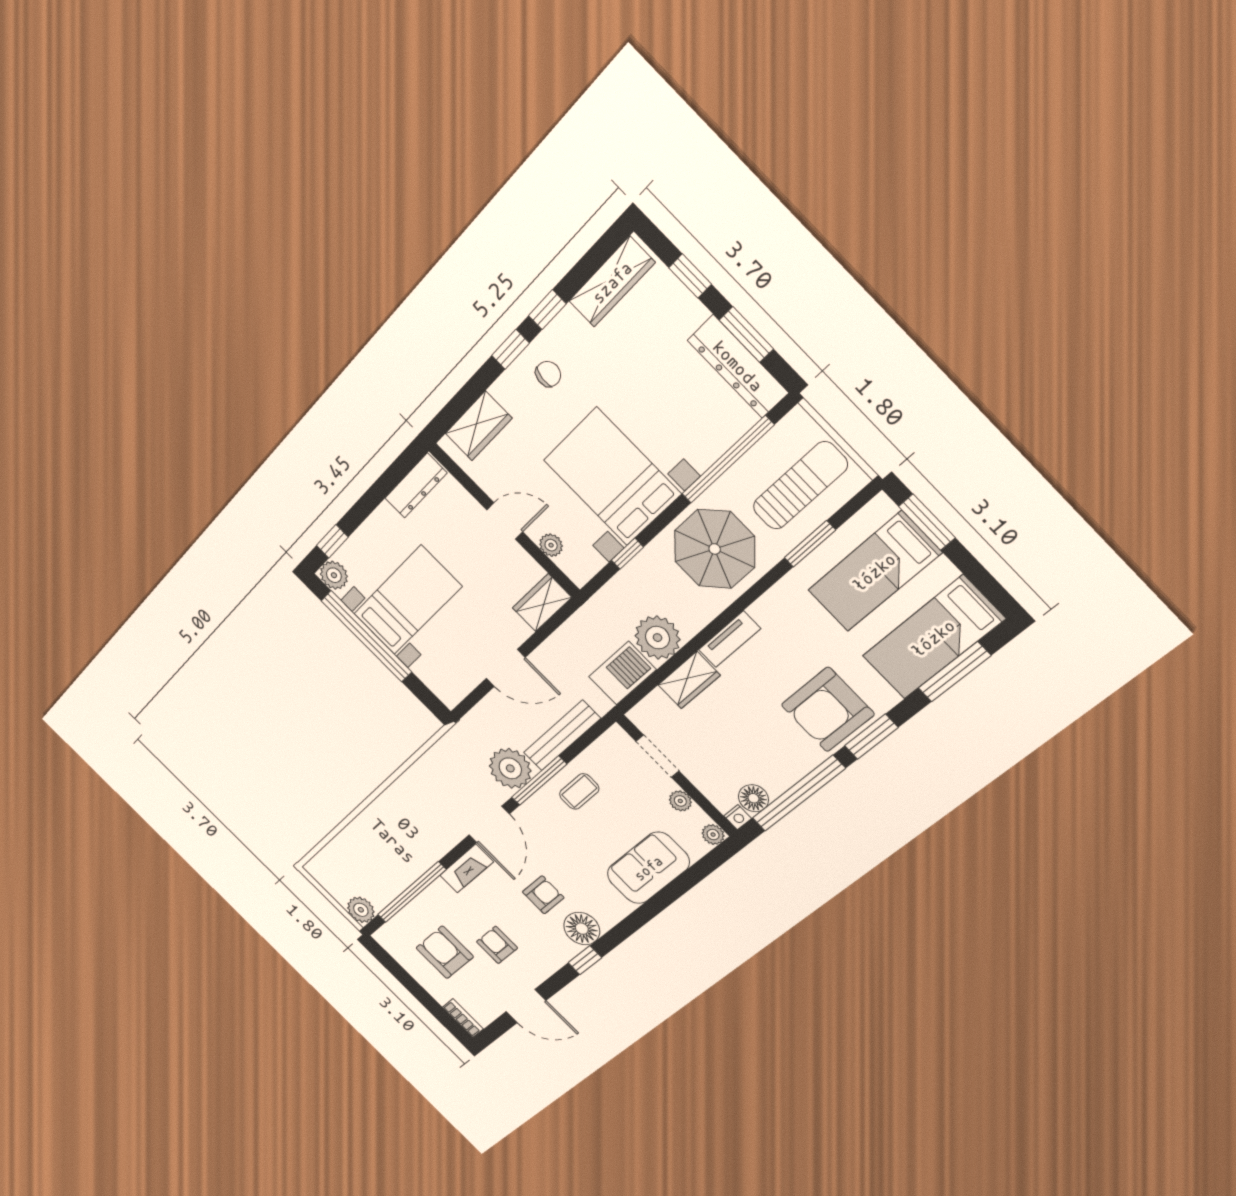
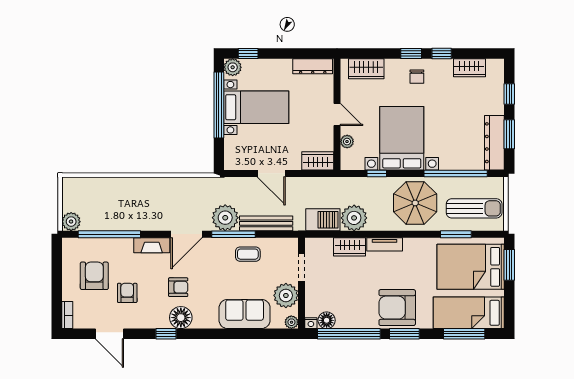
wardrobe: (612, 282) -> (469, 68), width x0.67
chair: (548, 374) -> (417, 77), turned 82
bed: (874, 572) -> (471, 267), width x1.50
plant: (680, 801) -> (286, 295), width x1.87, depth x1.87

